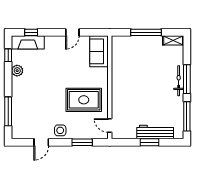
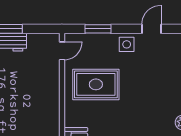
door: (110, 125) -> (62, 51), hinge flipped

